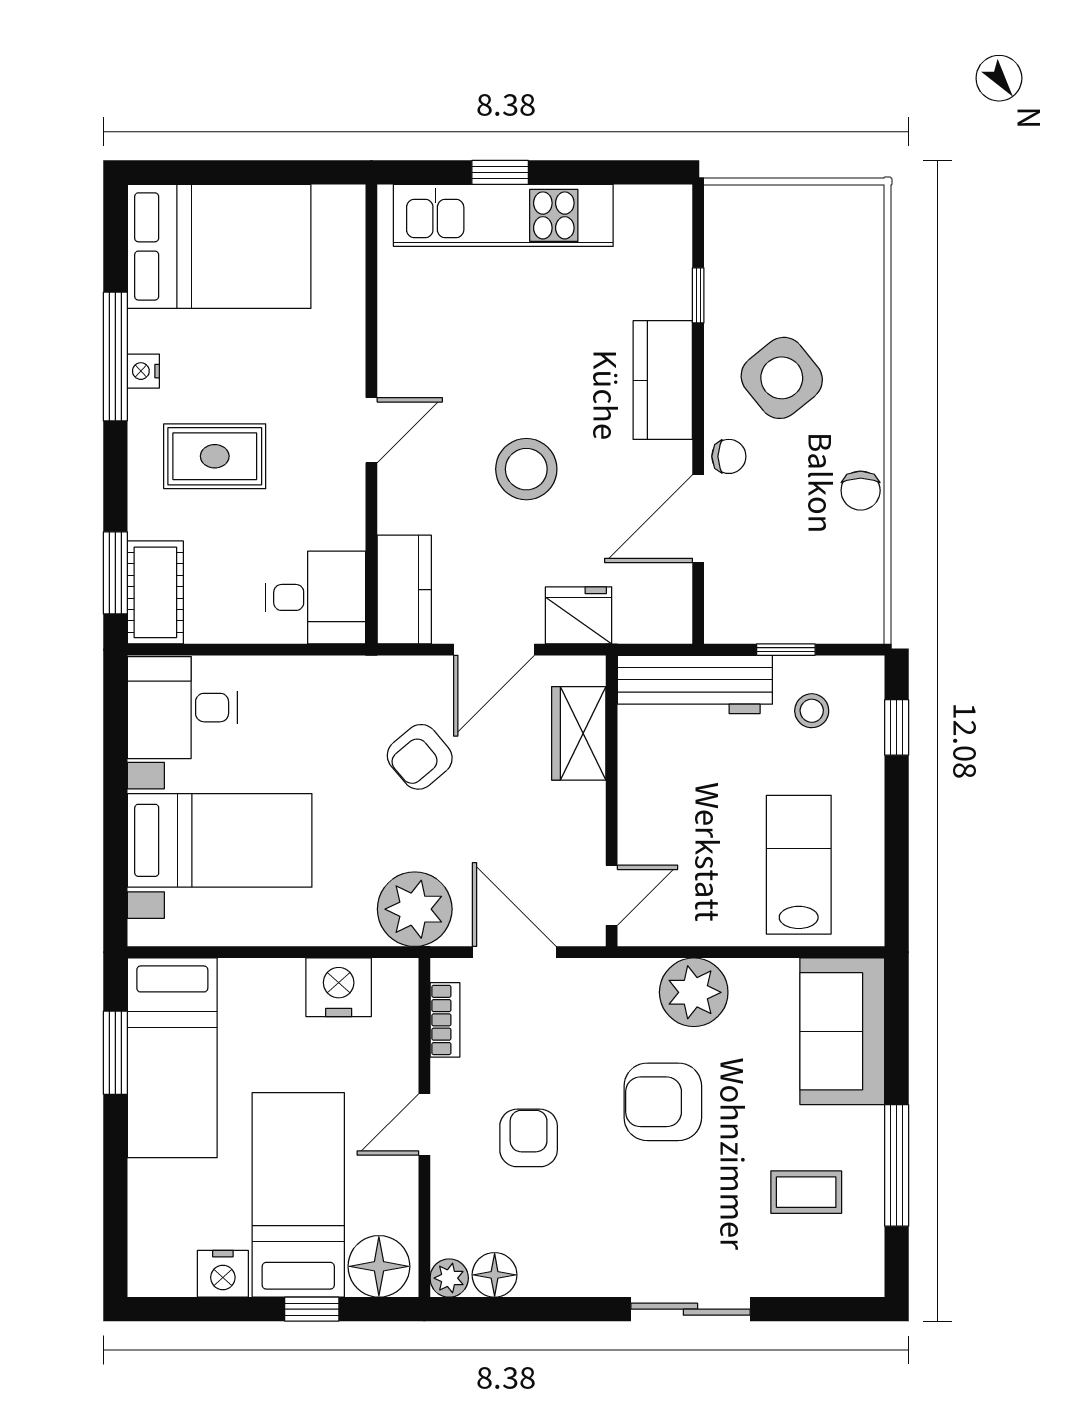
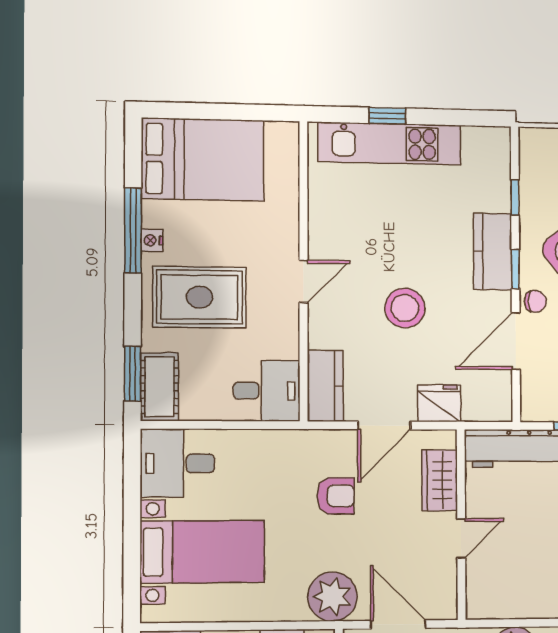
window: (698, 407) -> (515, 269), added
rug: (215, 456) -> (200, 297), width x1.36, depth x1.43
armchair: (420, 757) -> (336, 496), turned -140
door: (612, 895) -> (461, 538), moved

